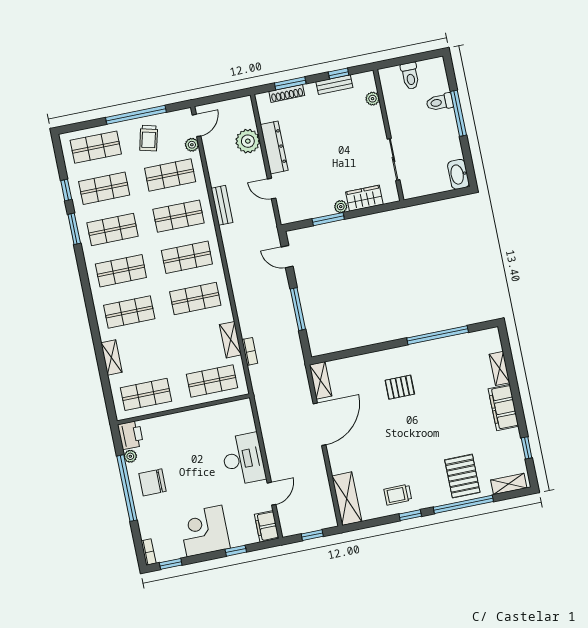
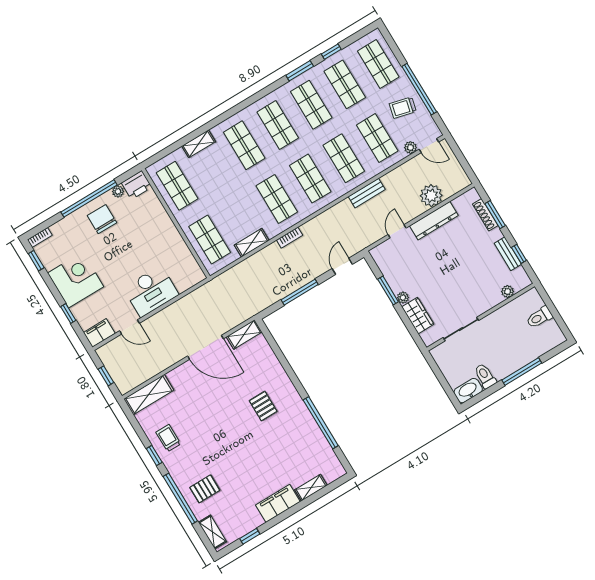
toilet: (440, 102) -> (485, 376), moved
bookcase: (250, 351) -> (290, 238), moved
pallet: (462, 476) -> (205, 489), width x0.67, depth x0.71

